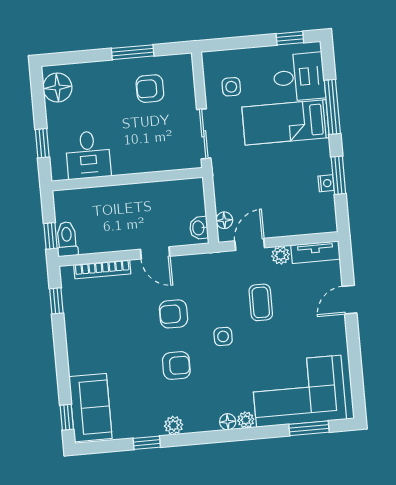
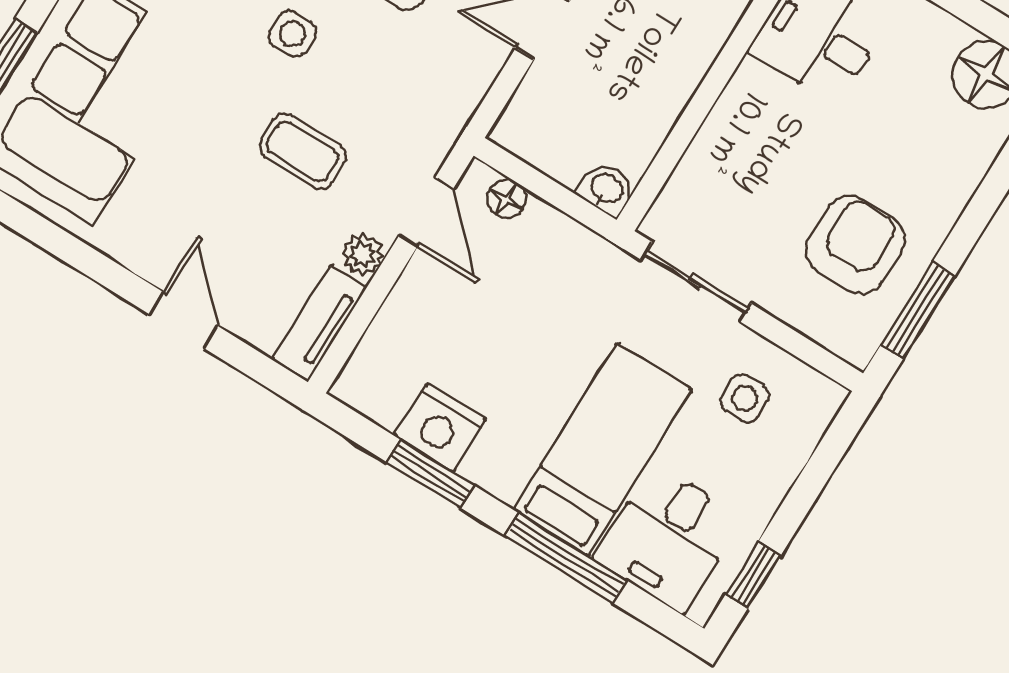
window: (133, 52) -> (918, 310), moved
armchair: (150, 89) -> (855, 245), width x1.38, depth x1.38
nightstand: (326, 183) -> (440, 428), width x1.89, depth x1.79
washbasin: (199, 228) -> (606, 189), moved

